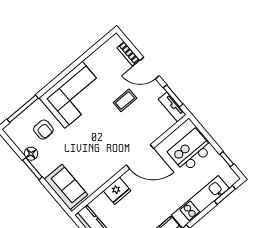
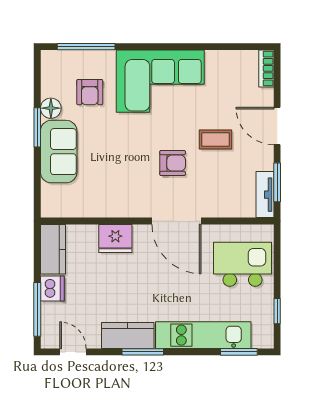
bookcase: (128, 54) -> (266, 68), moved
armchair: (114, 130) -> (173, 163), added
sofa: (66, 187) -> (59, 152), moved

